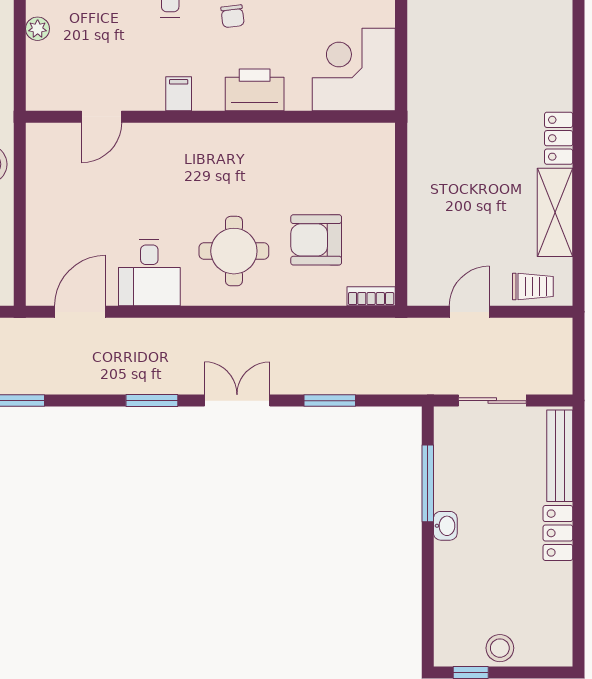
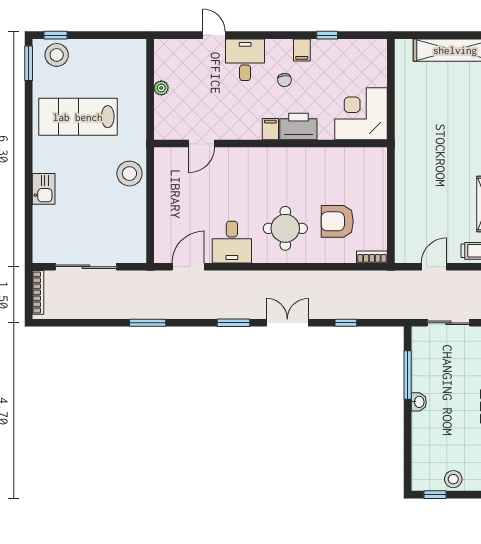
filing cabinet: (179, 94) -> (270, 129), moved
window: (330, 401) -> (346, 323), width x0.67

